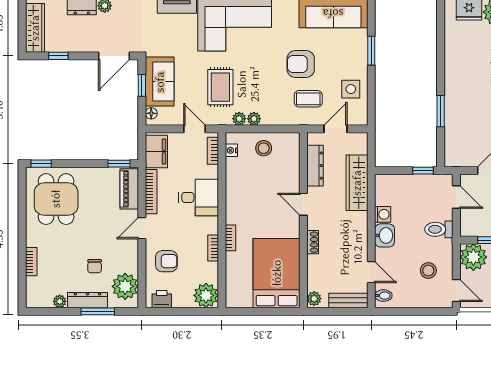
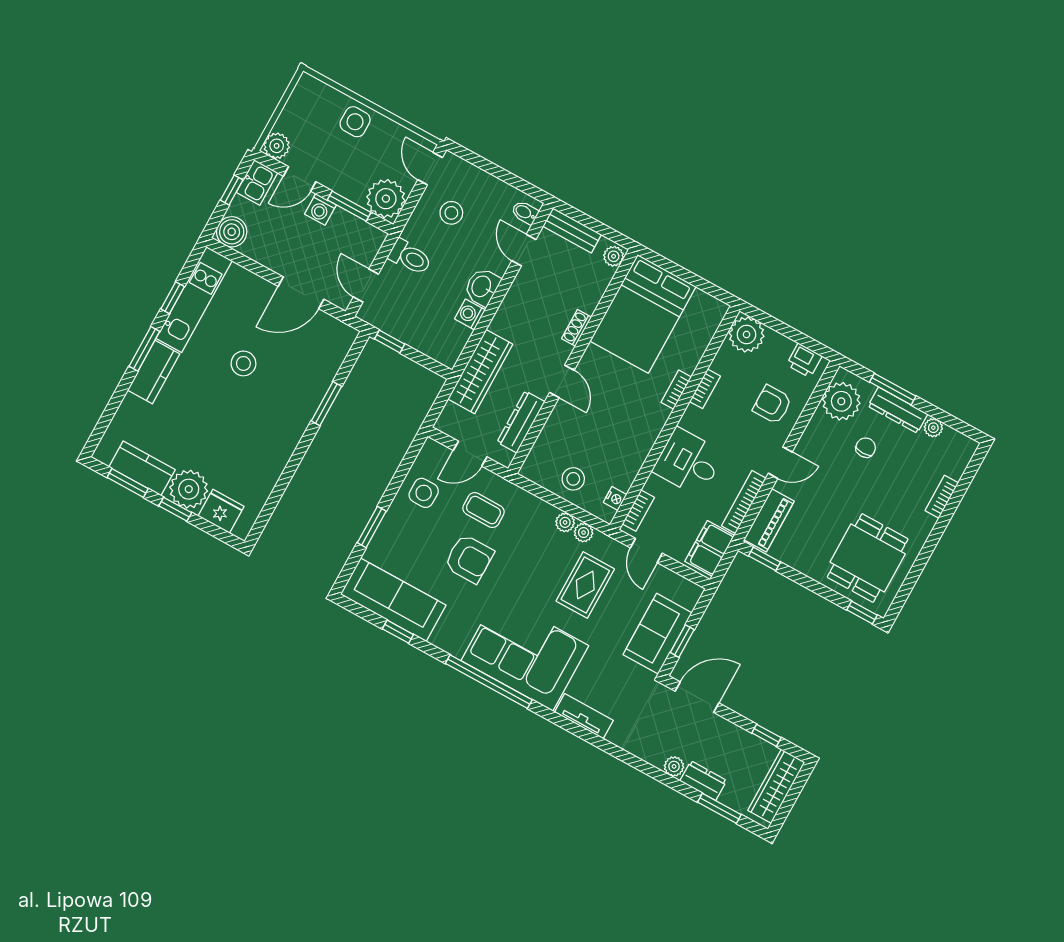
floor lamp: (151, 113) -> (690, 600), removed

